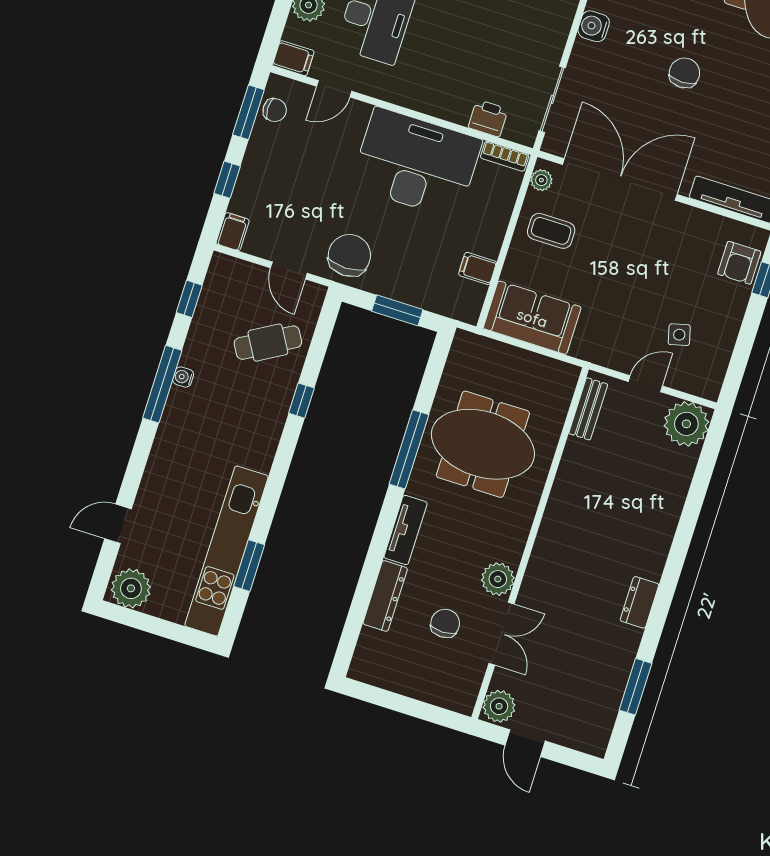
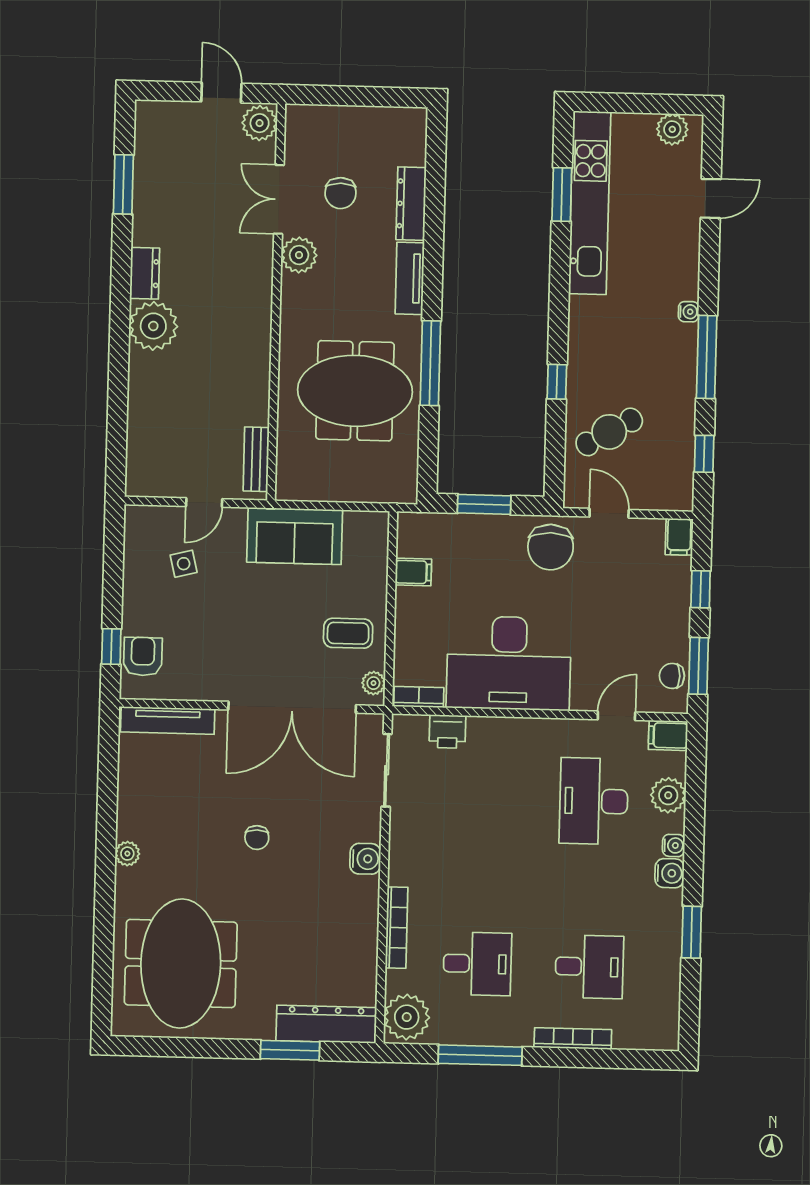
chair: (684, 73) -> (257, 838), width x0.73, depth x0.73
sofa: (532, 318) -> (295, 536), moved
water cooler: (183, 377) -> (689, 312), moved
plant: (686, 424) -> (153, 326), moved
plant: (131, 588) -> (672, 129), width x0.73, depth x0.73

